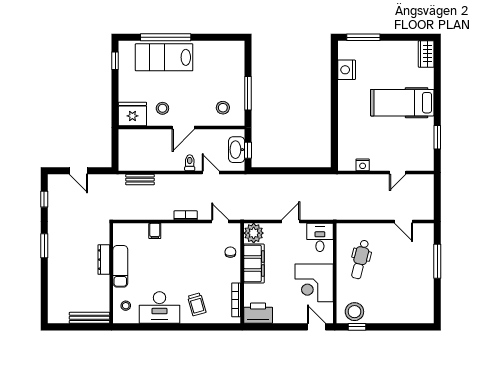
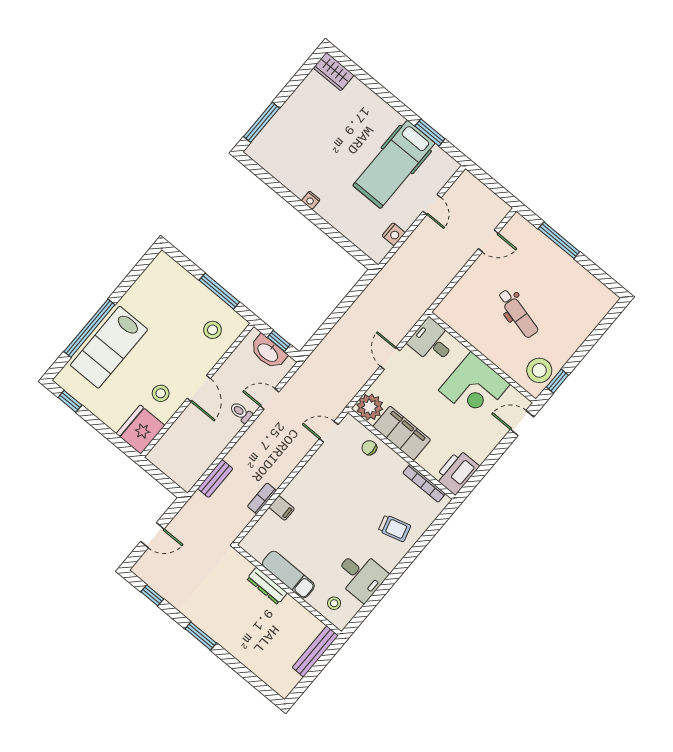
nightstand: (347, 70) -> (311, 200), moved, width x0.53, depth x0.56
hospital bed: (402, 103) -> (394, 164), moved
bookcase: (186, 215) -> (262, 498), moved
dental chair: (360, 259) -> (518, 313), moved
desk: (159, 308) -> (361, 575), width x0.73

